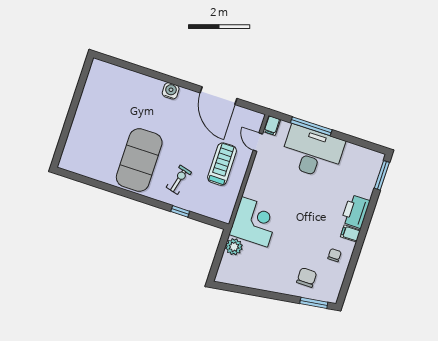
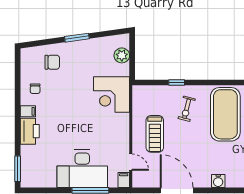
plant: (234, 247) -> (122, 55), moved
chair: (307, 277) -> (52, 62), turned -90
window: (314, 303) -> (77, 38), moved

